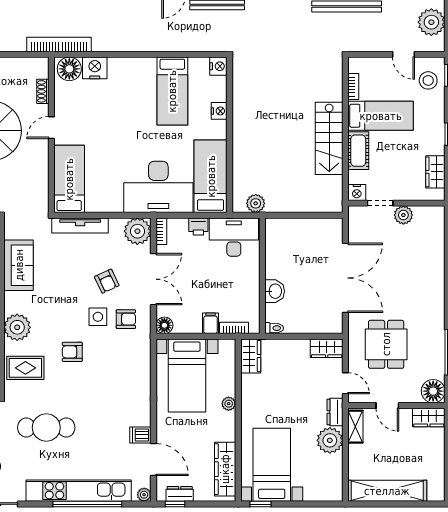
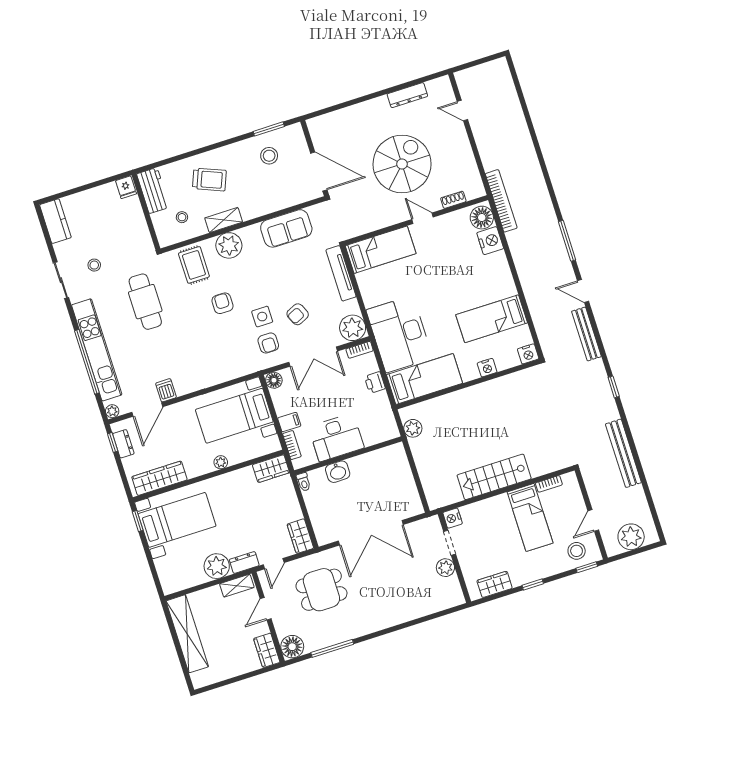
cot: (358, 151) -> (491, 507), removed
desk: (234, 237) -> (336, 437), moved, turned 90

